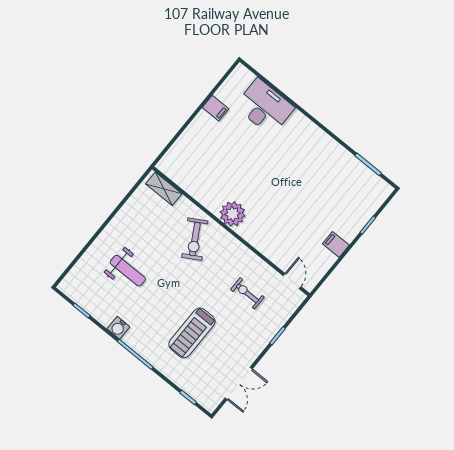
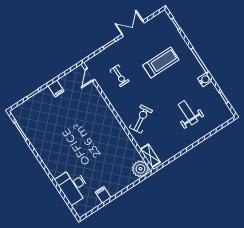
plant: (233, 214) -> (140, 169), moved
double door: (239, 383) -> (133, 29), moved

